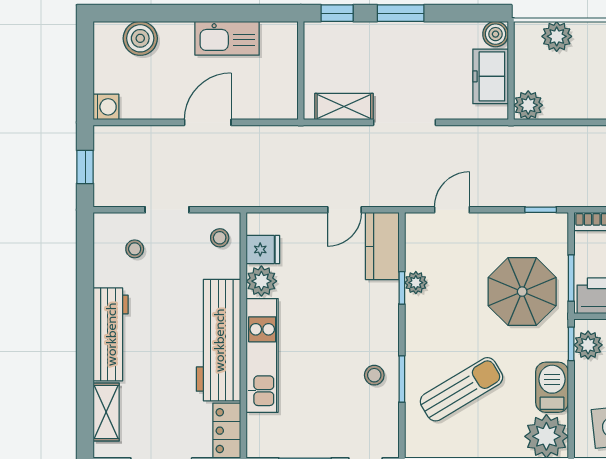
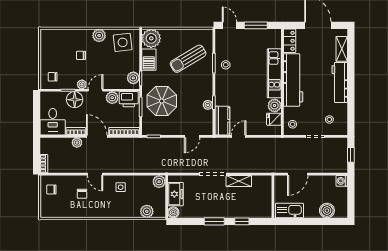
wall: (301, 70) -> (273, 197), moved

